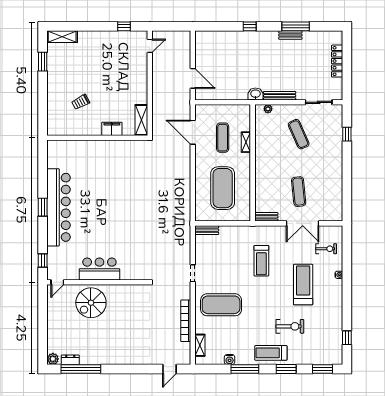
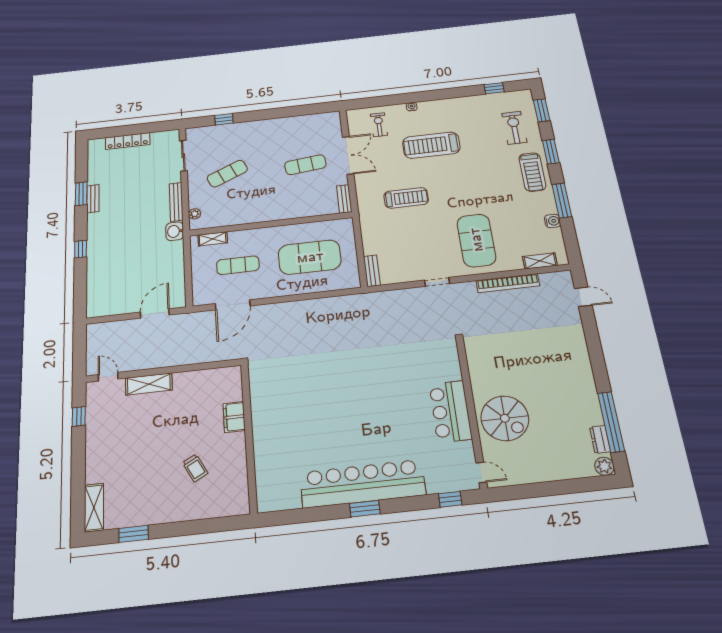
window: (296, 26) -> (81, 194), width x0.69
shelving: (141, 120) -> (149, 384), moved
shelving: (246, 142) -> (213, 239), moved
exercise bike: (290, 326) -> (514, 128), moved

